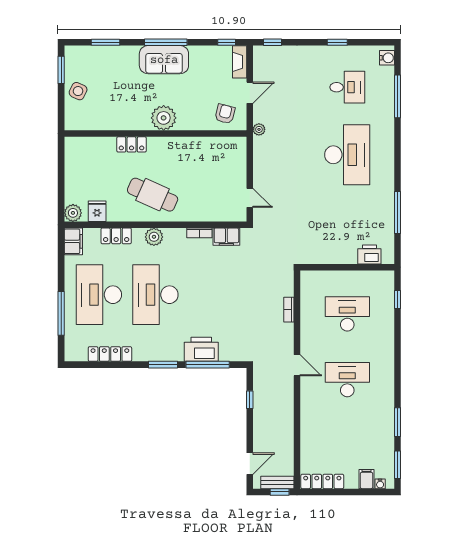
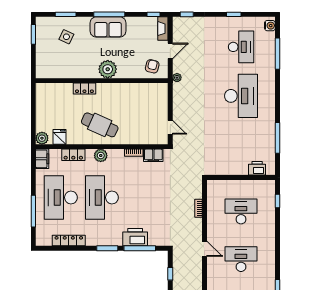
desk: (347, 87) -> (241, 47), width x1.37
side table: (78, 91) -> (66, 37), moved

